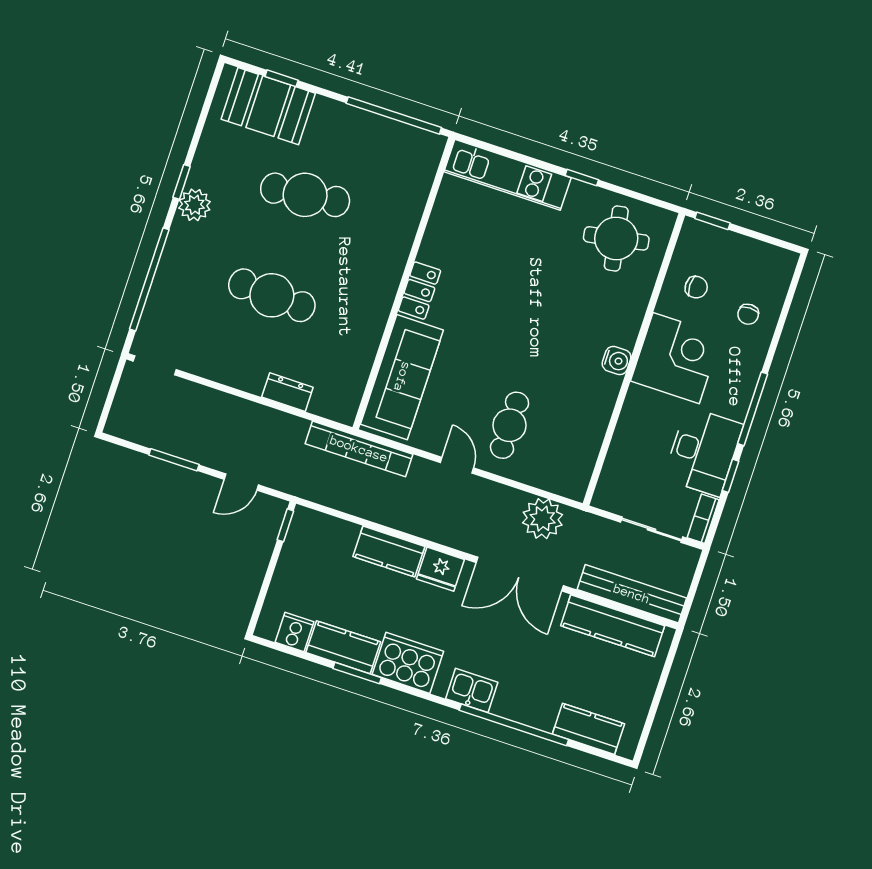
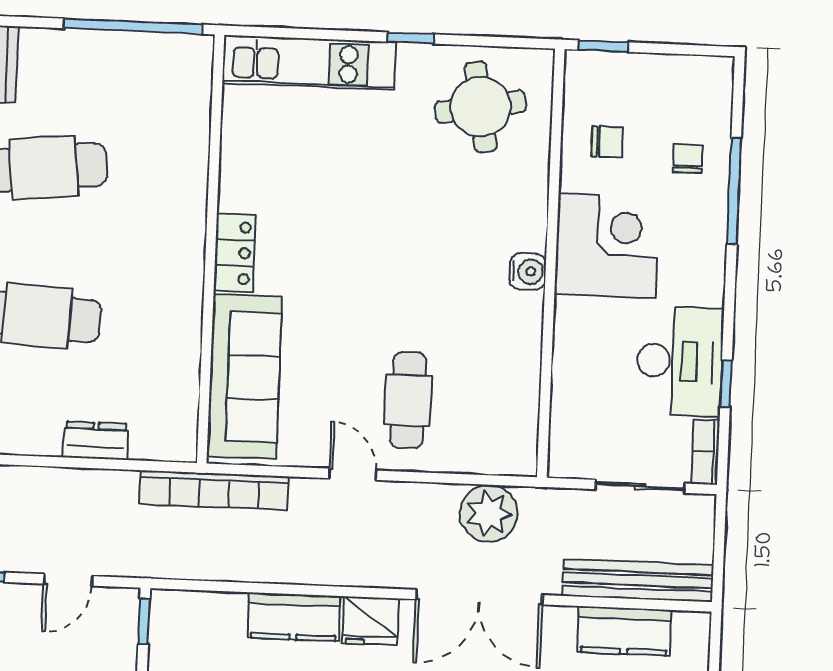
chair: (748, 314) -> (688, 159), turned 180
window: (753, 409) -> (734, 191), moved
kitchen counter: (613, 626) -> (624, 631), width x0.67

